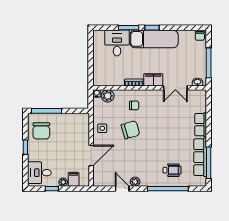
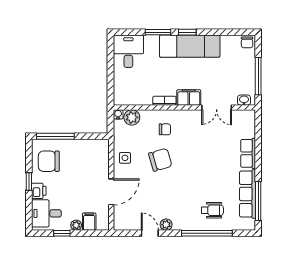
desk: (117, 43) -> (128, 51), moved
chair: (41, 131) -> (49, 161), turned 90
printer: (33, 155) -> (39, 191), added

